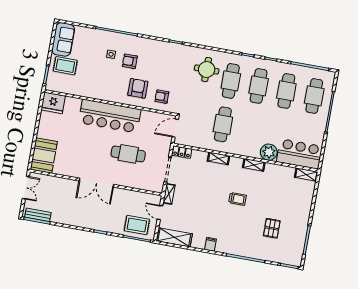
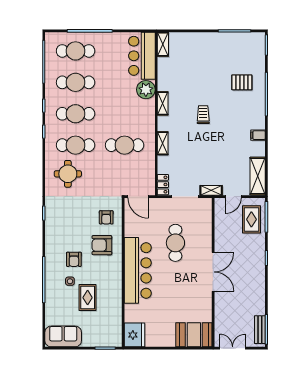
rug: (65, 66) -> (88, 298), moved
pallet: (272, 228) -> (242, 82), moved

